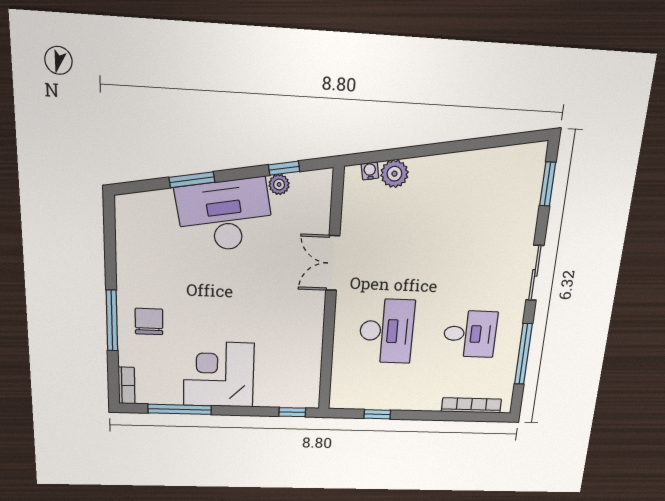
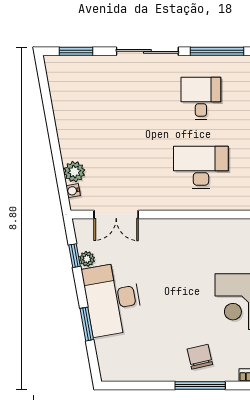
double door: (333, 263) -> (116, 214), moved
sliding door: (535, 273) -> (147, 51), width x1.37
chair: (149, 321) -> (200, 357), turned 77

